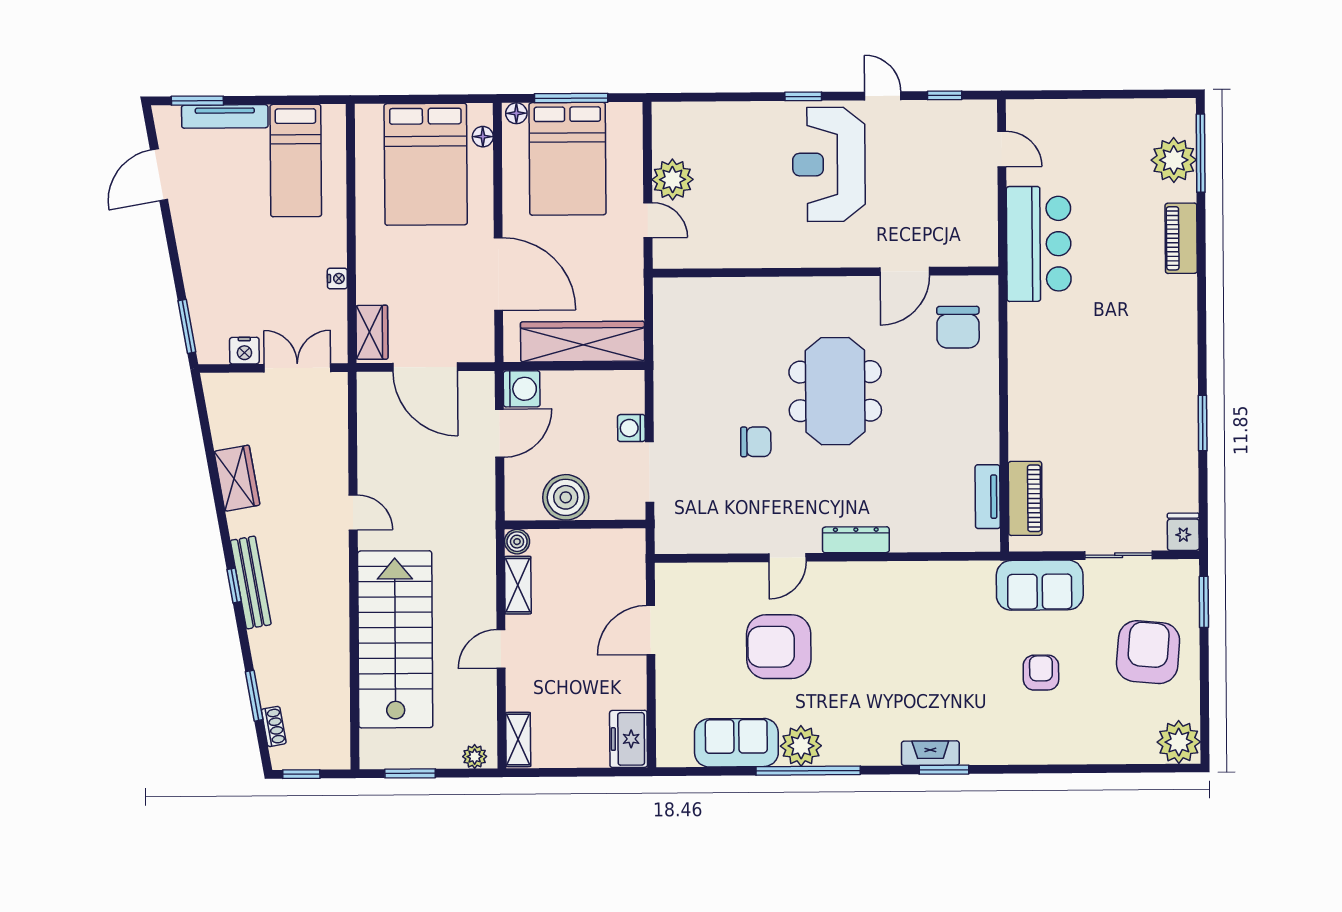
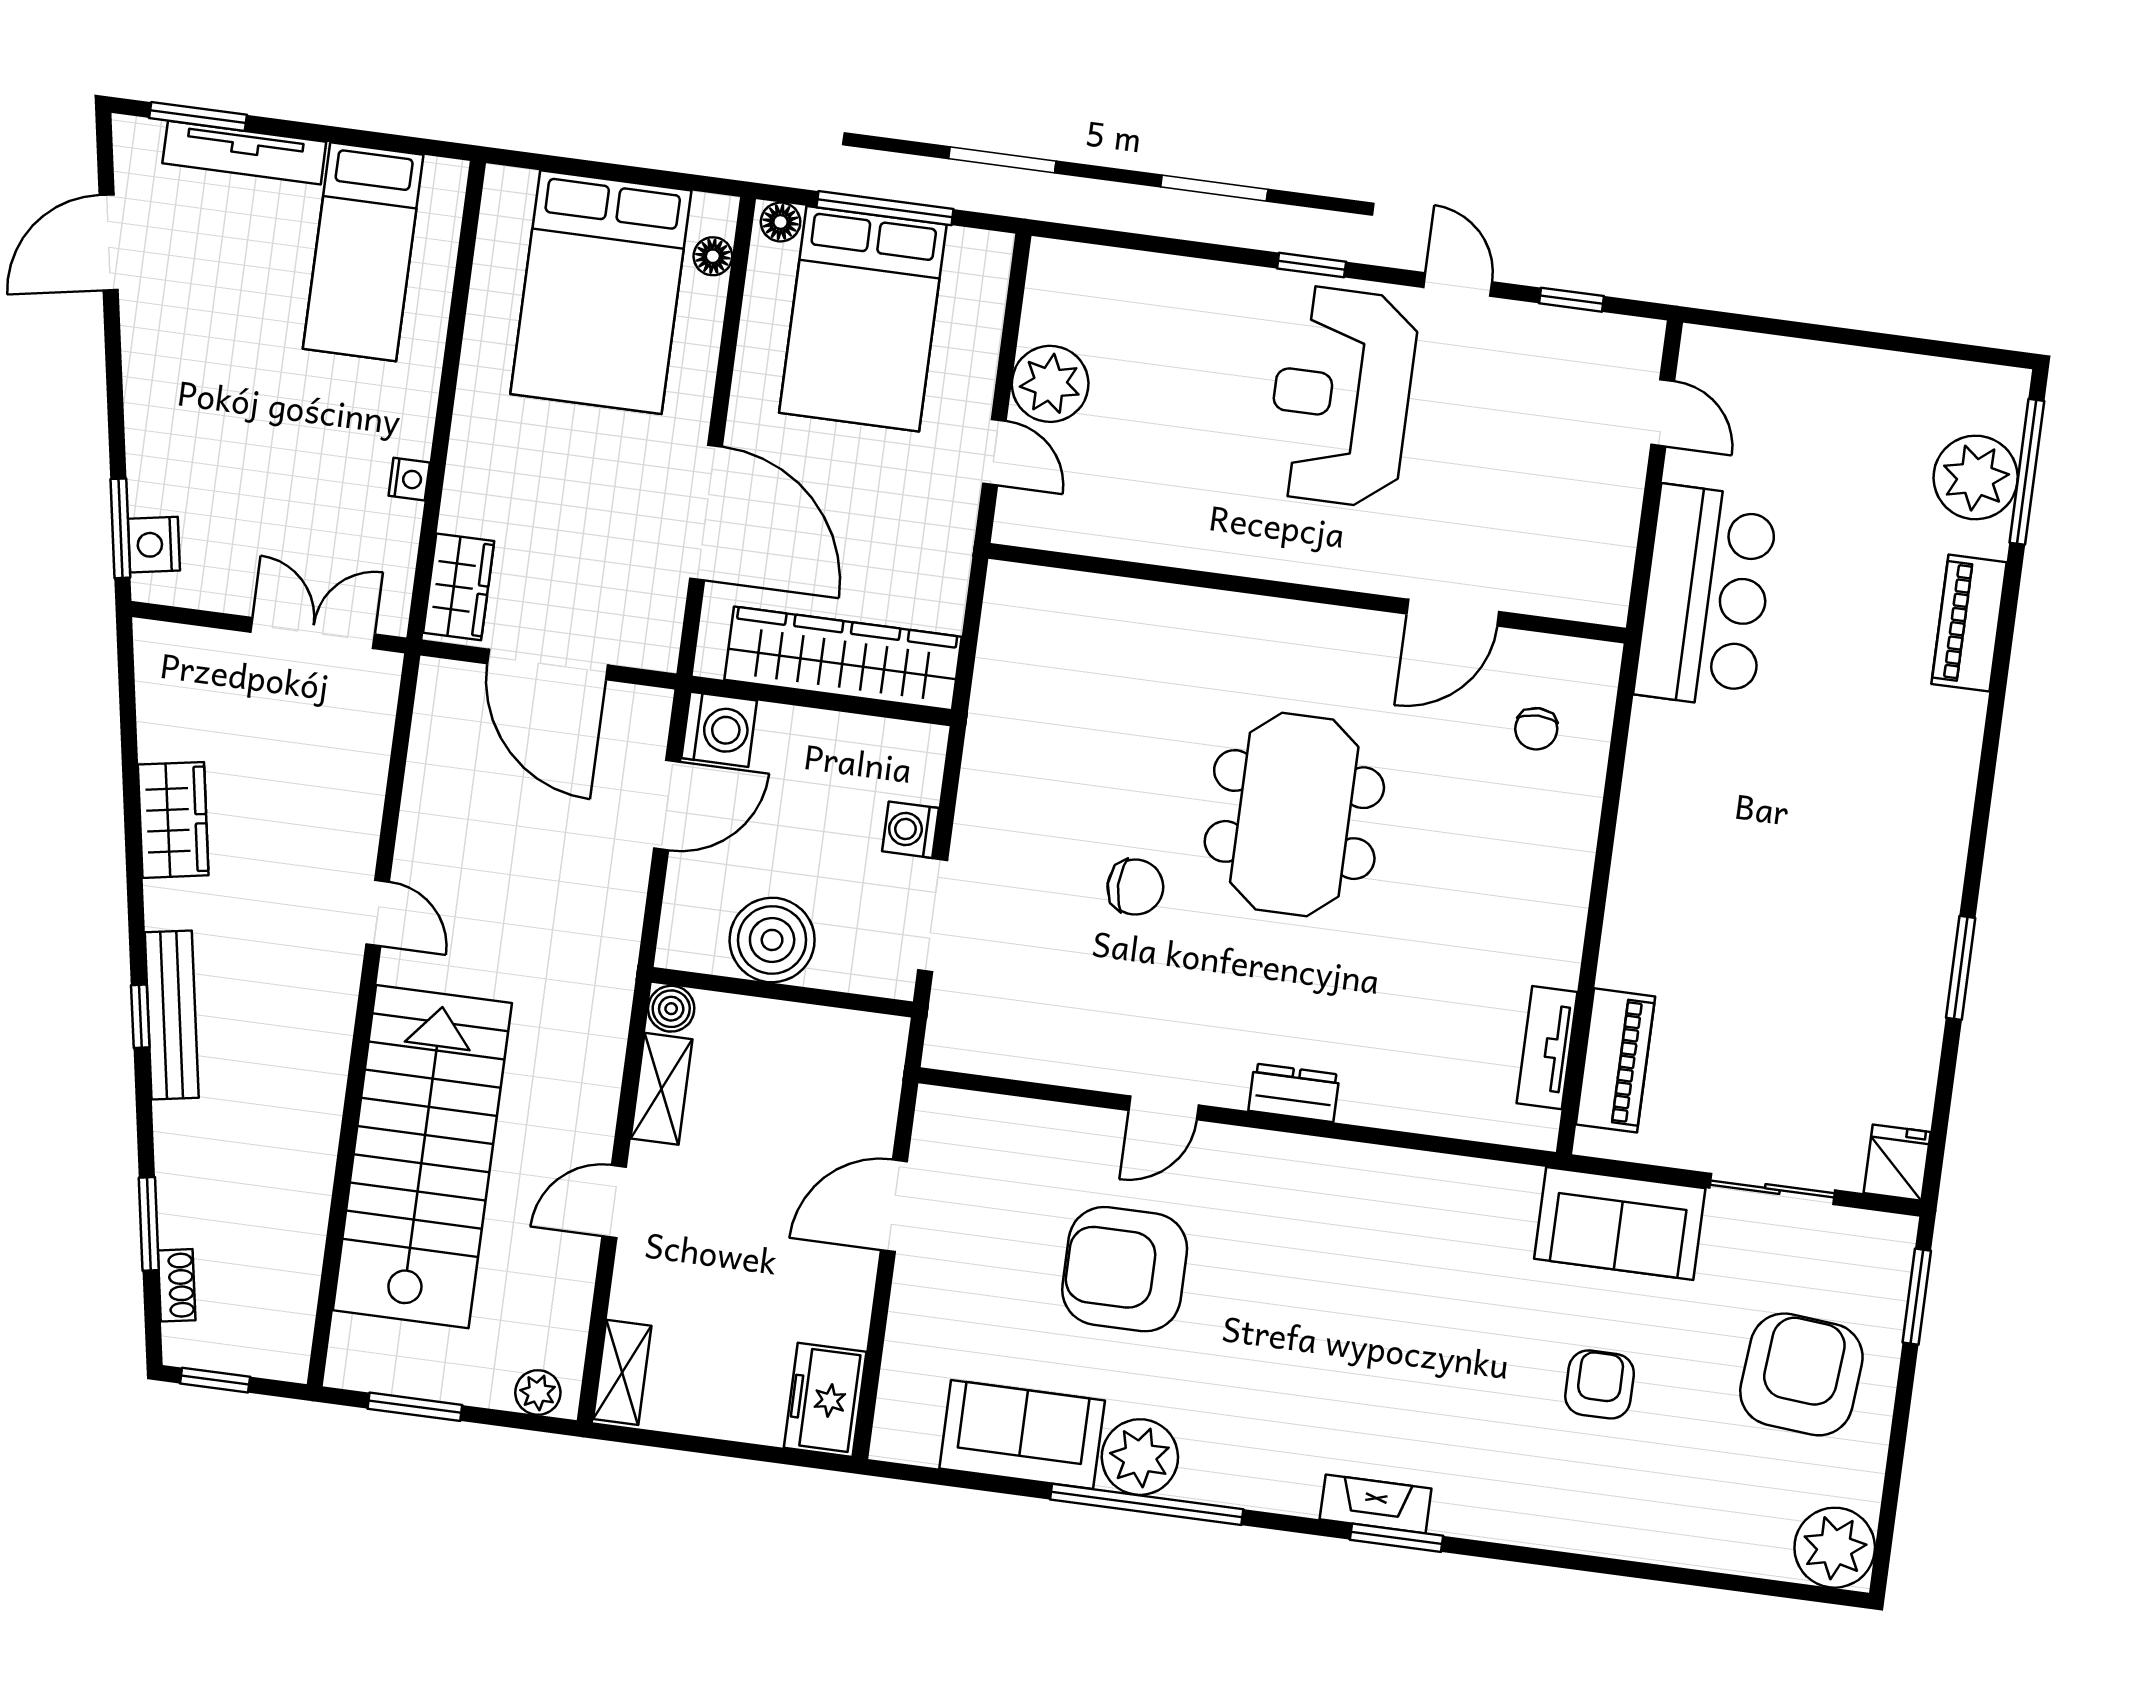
chair: (958, 327) -> (1536, 729), width x0.54, depth x0.54
nightstand: (244, 351) -> (154, 545), moved, turned 80
dresser: (856, 540) -> (1294, 1093), width x0.70

